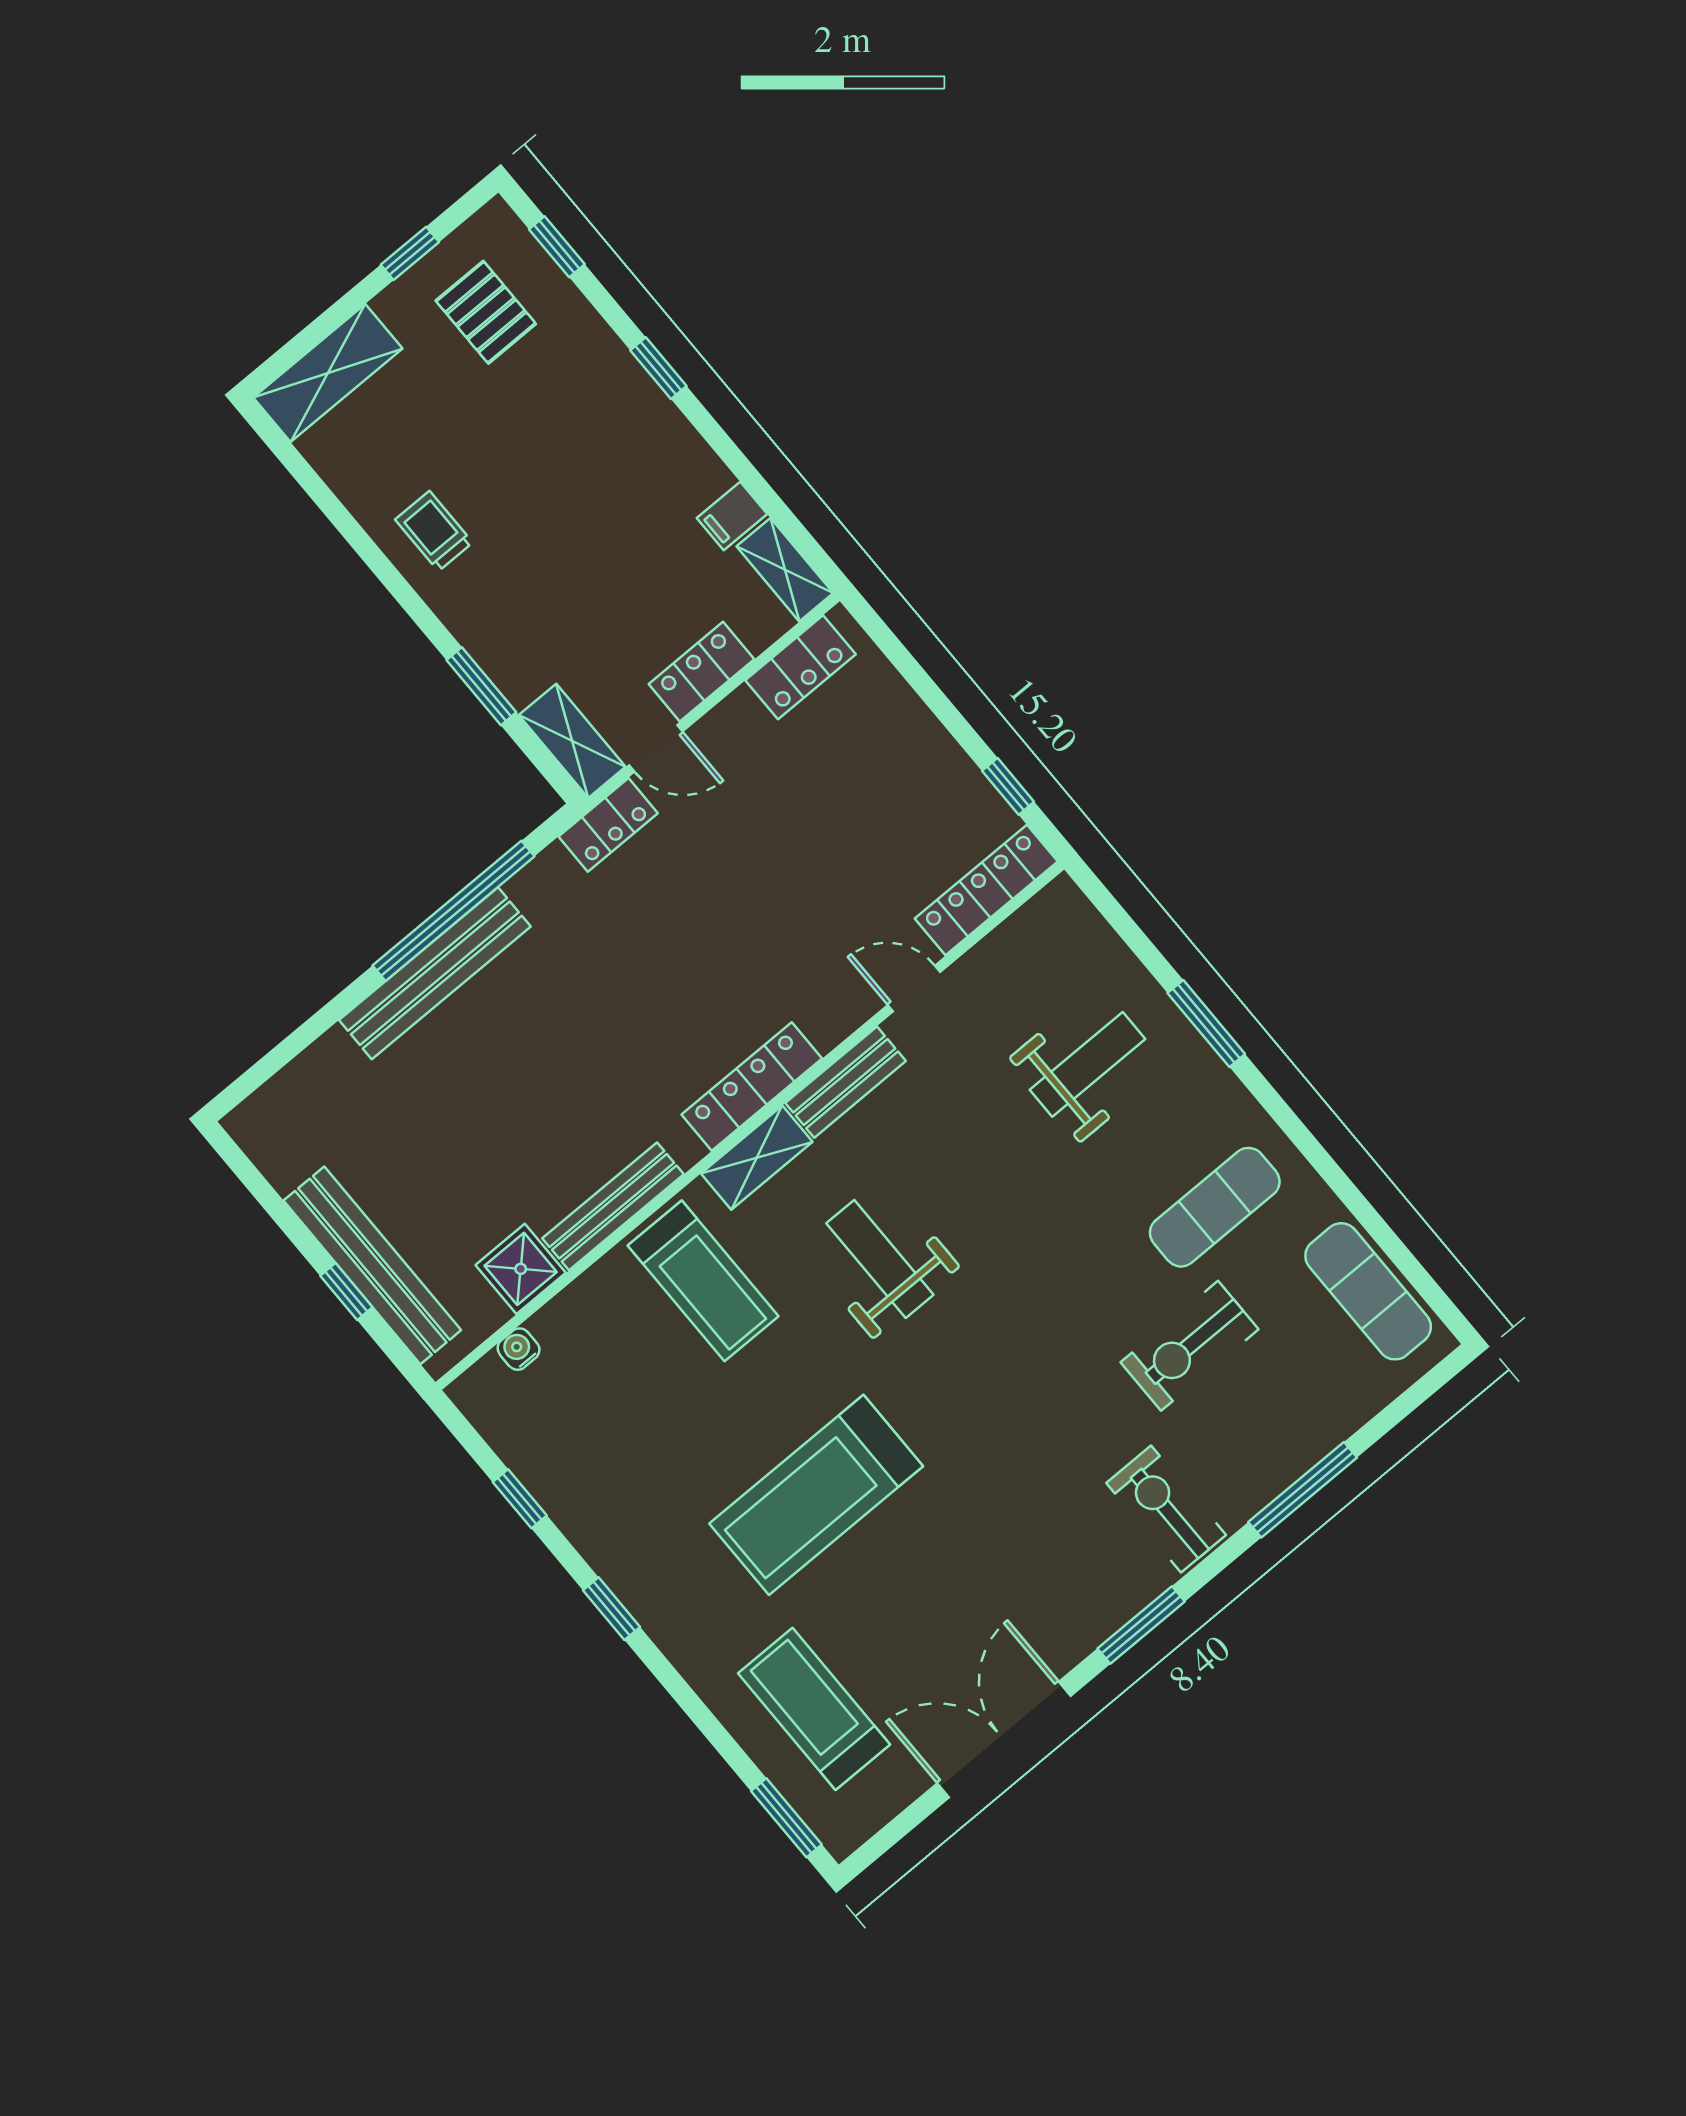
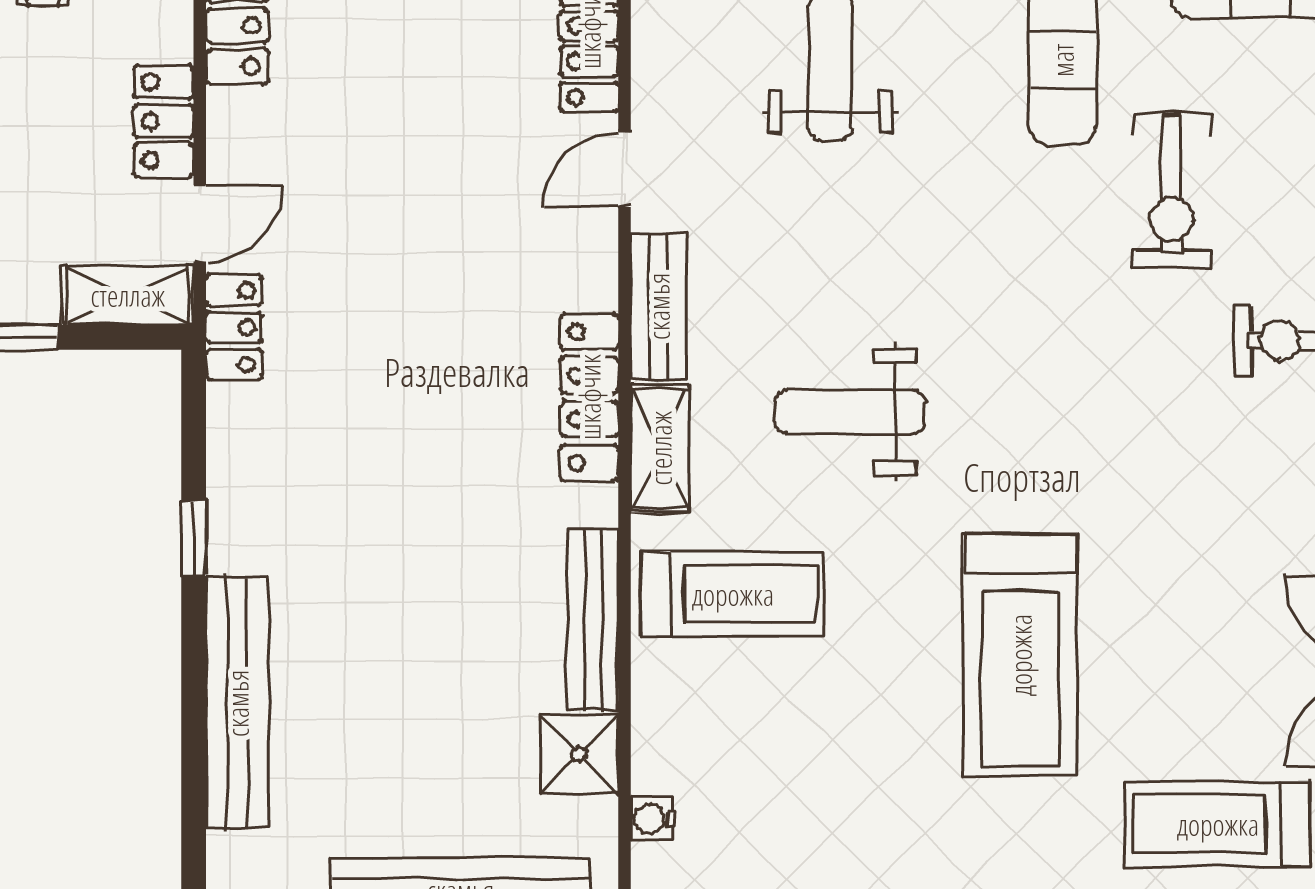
window: (453, 911) -> (194, 538), width x0.32
bench: (435, 973) -> (237, 703), moved

